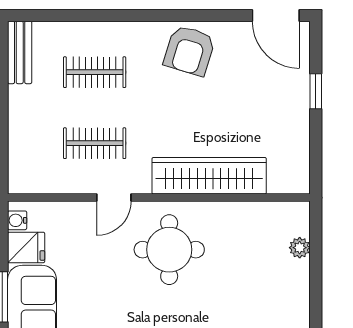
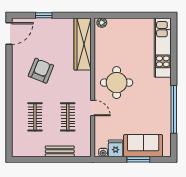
armchair: (189, 50) -> (41, 71), moved, turned -85
bench: (20, 52) -> (60, 151), moved
wardrobe: (209, 176) -> (83, 44), moved
plant: (300, 248) -> (102, 23), moved

